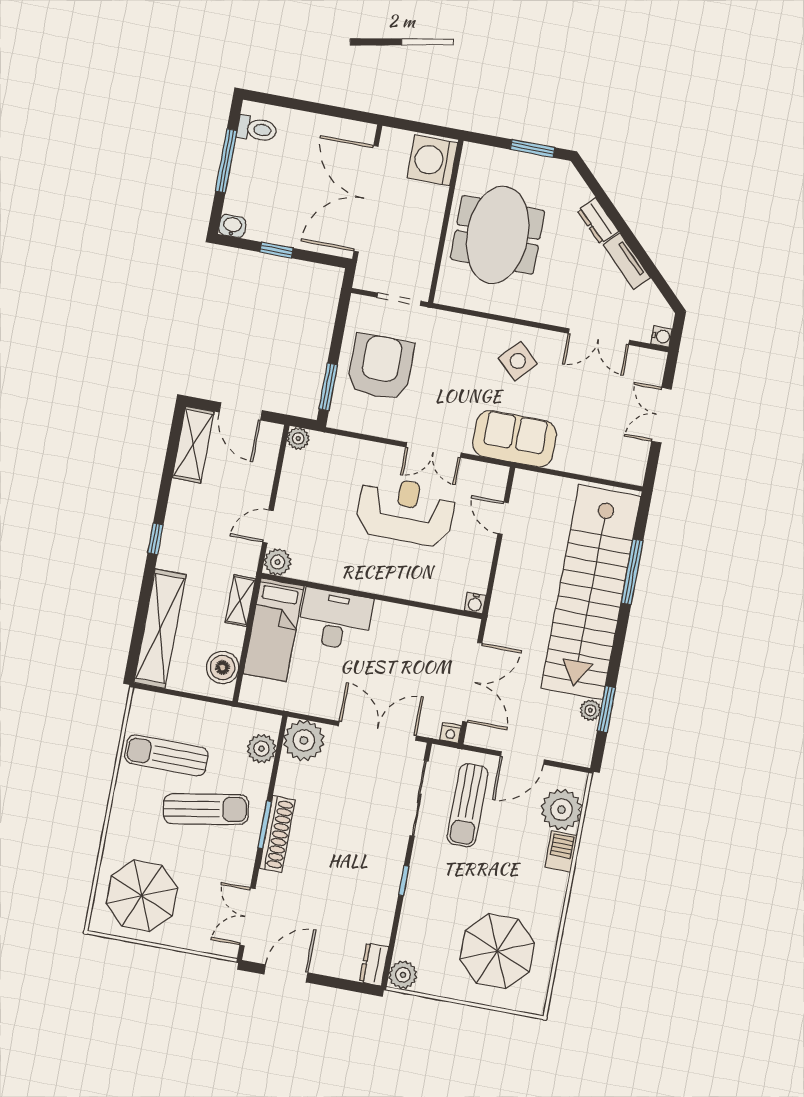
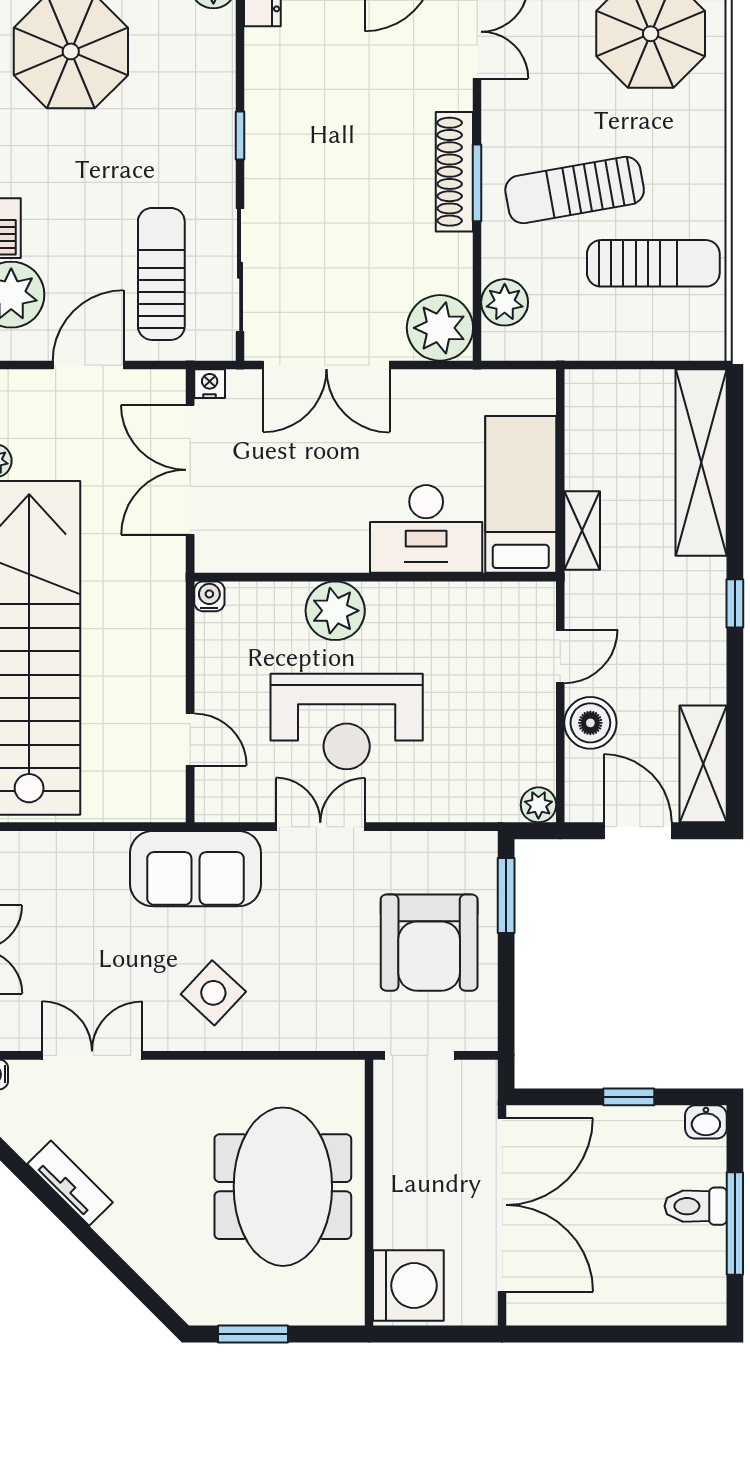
toilet: (257, 129) -> (696, 1206), moved
dresser: (598, 221) -> (128, 1238), removed
plant: (278, 562) -> (335, 611), moved, width x1.36, depth x1.36
boiler: (223, 667) -> (590, 723), moved

